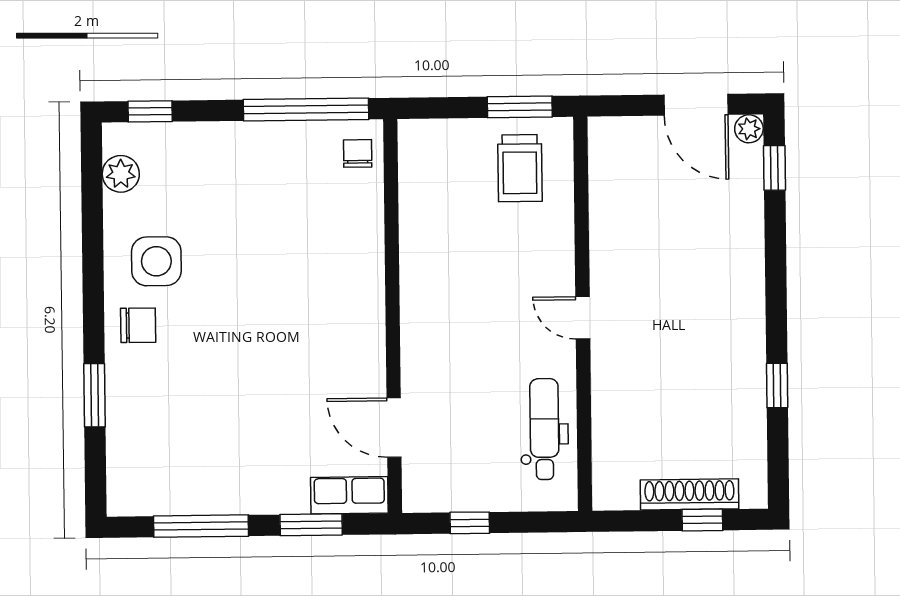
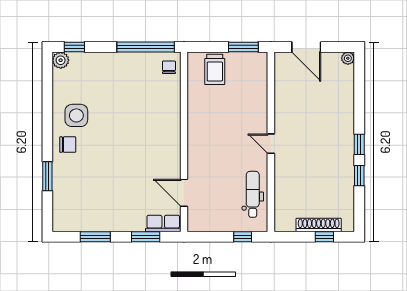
door: (696, 105) -> (306, 47), moved
trolley: (520, 168) -> (215, 69), moved
window: (774, 168) -> (359, 144), moved
plant: (121, 174) -> (61, 60), moved
window: (470, 523) -> (243, 237), moved
window: (201, 526) -> (95, 237), width x0.69

